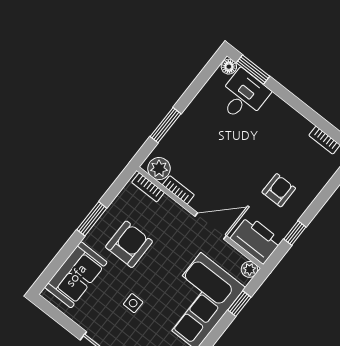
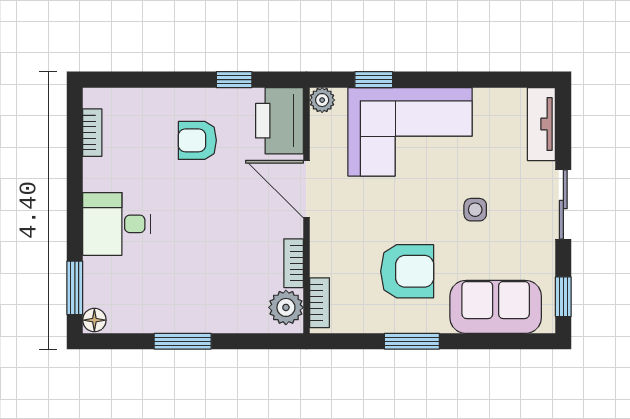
desk: (243, 96) -> (117, 224), moved
window: (166, 125) -> (183, 341), moved
armchair: (129, 244) -> (407, 271), turned 180
window: (54, 313) -> (563, 297), added

